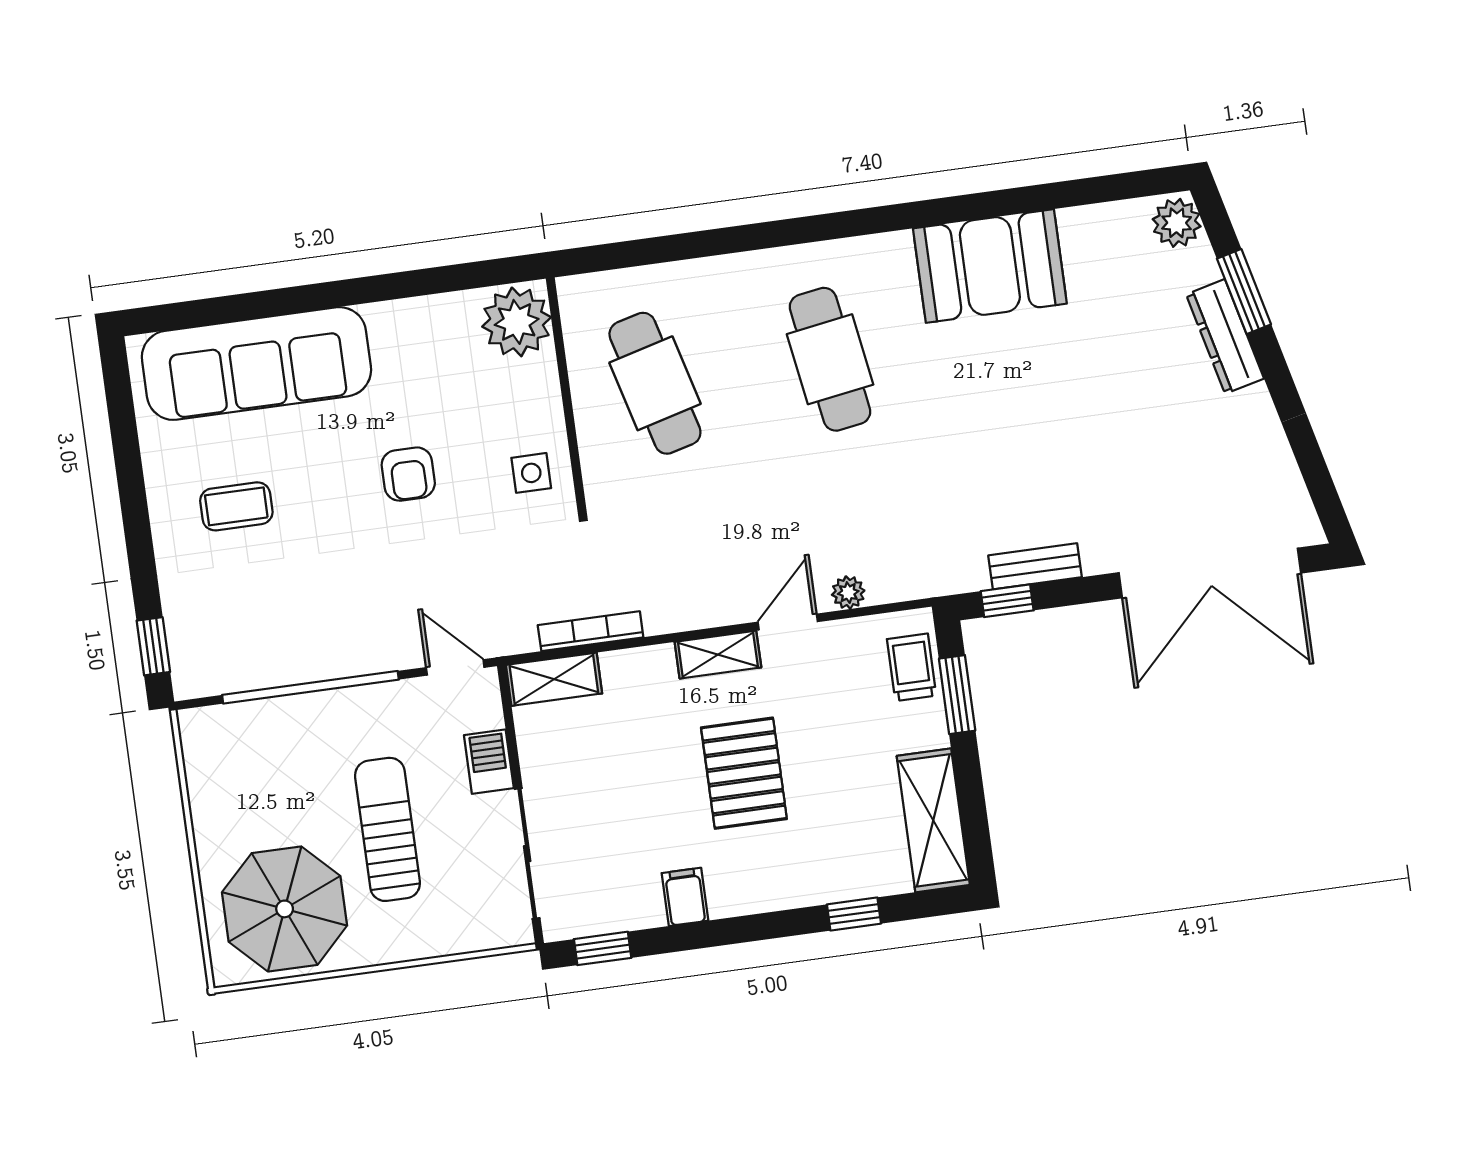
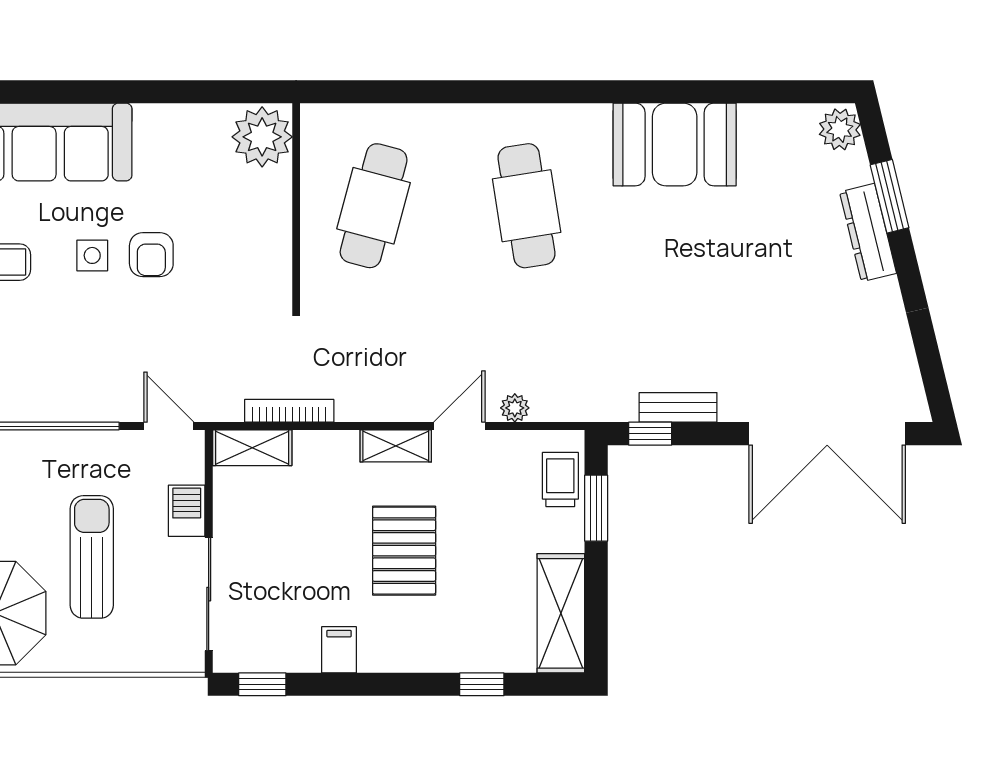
cafe table: (655, 383) -> (374, 206), turned 30
side table: (531, 473) -> (92, 255), moved

